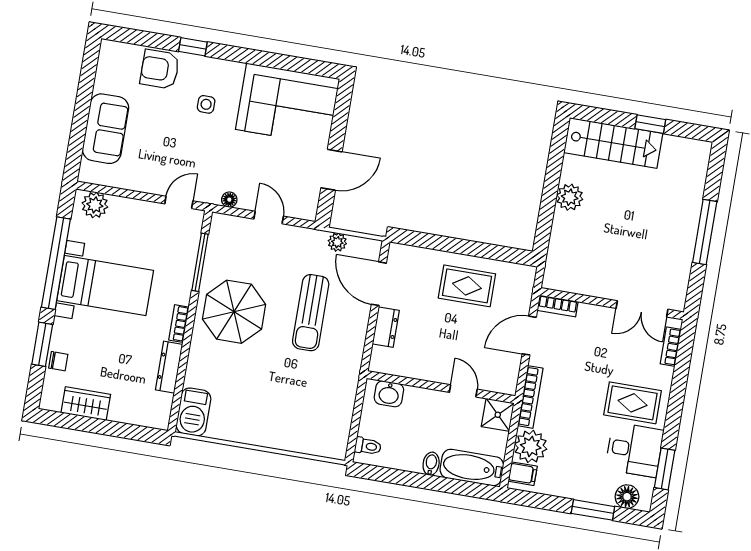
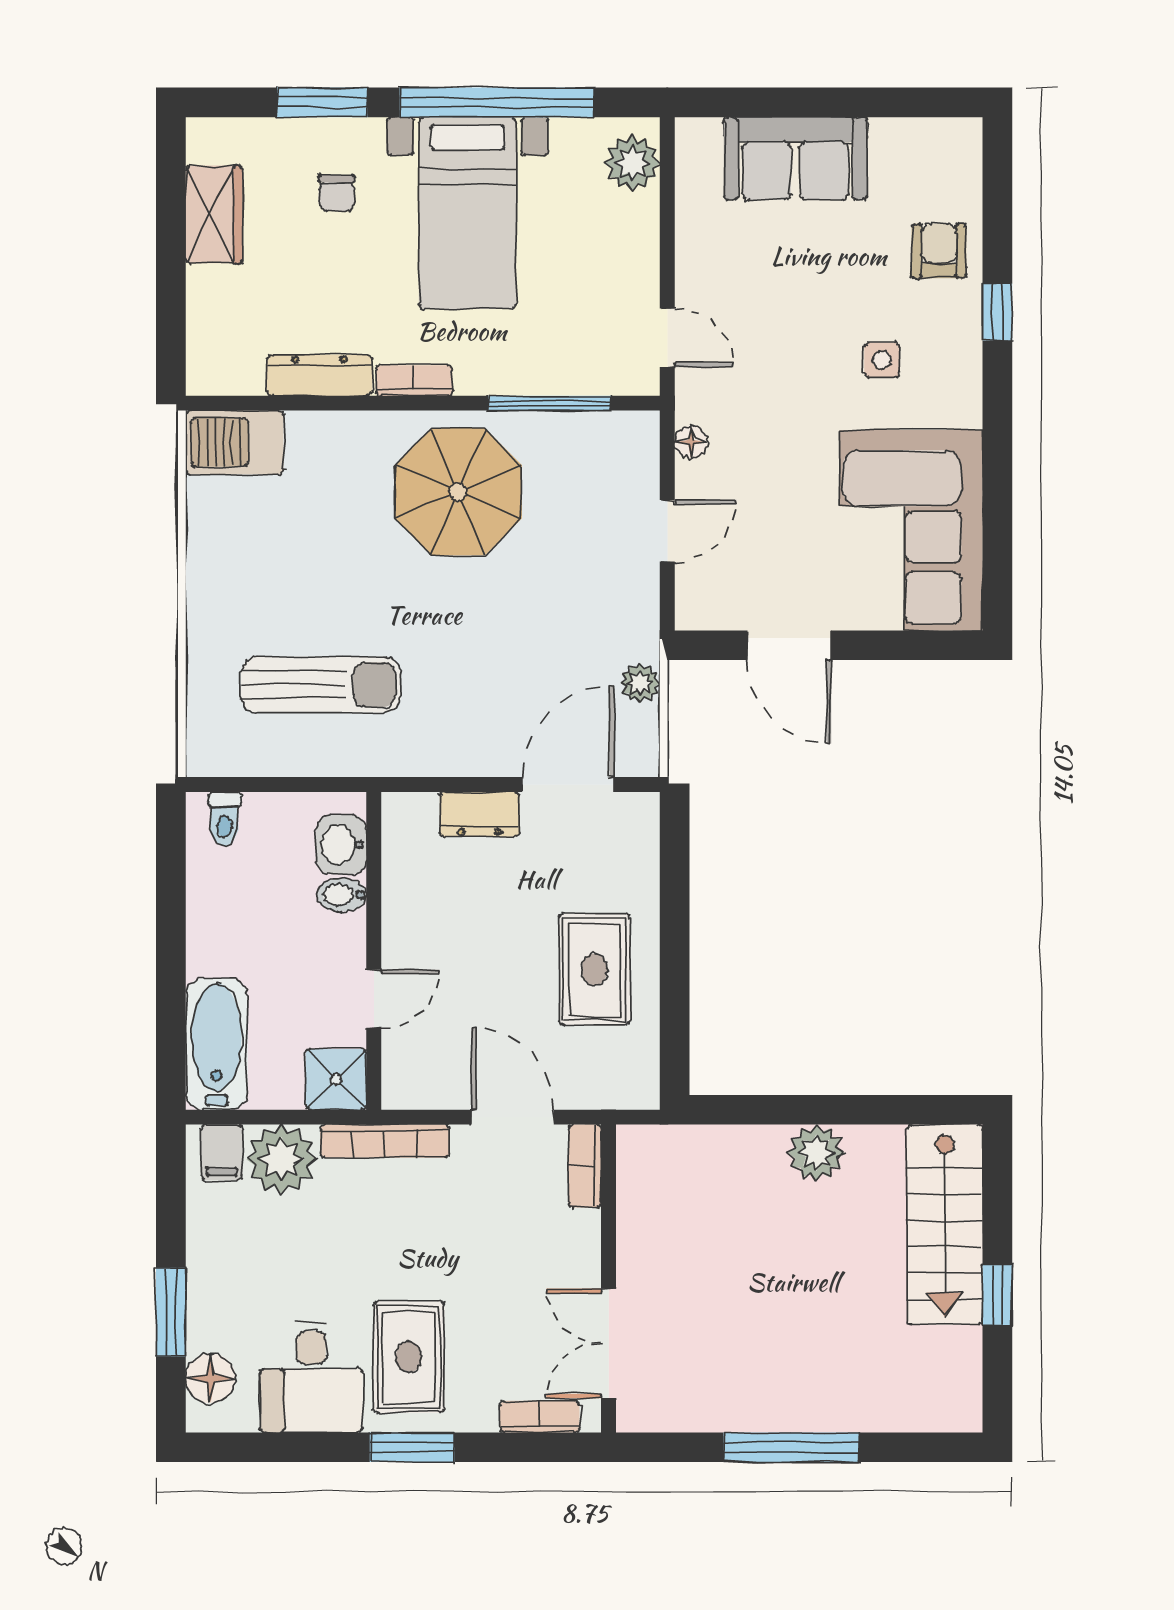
armchair: (160, 69) -> (939, 251), width x0.72, depth x0.72
sun lounger: (311, 313) -> (321, 685), moved, turned 180
chair: (58, 361) -> (337, 193), moved
bidet: (431, 464) -> (342, 895), moved, turned 180
window: (665, 469) -> (412, 1447), moved

